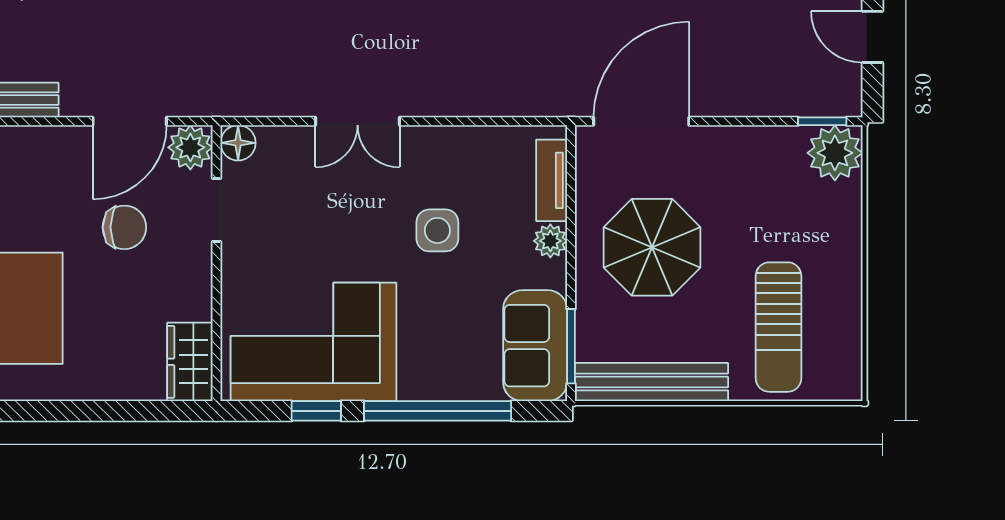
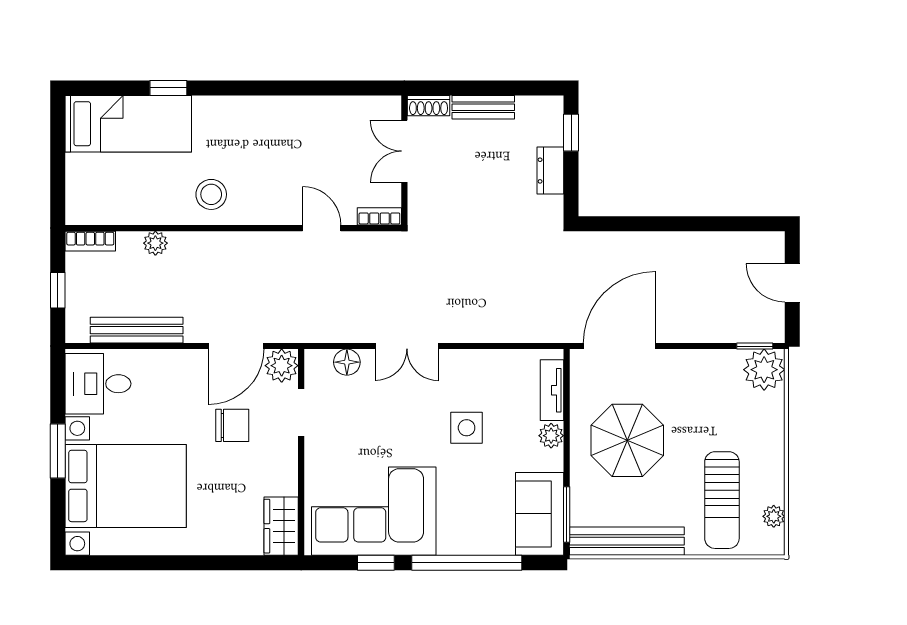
floor lamp: (238, 143) -> (347, 362), moved
plant: (848, 349) -> (774, 516), added

